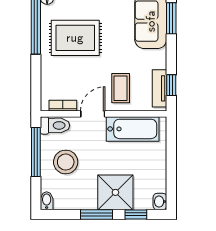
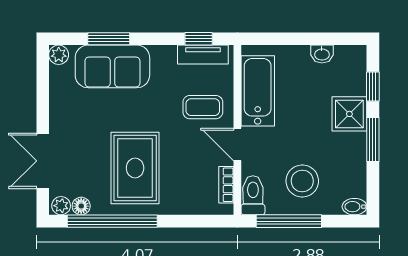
shower: (115, 192) -> (349, 114), width x0.73, depth x0.73
washbasin: (160, 202) -> (322, 54), moved

